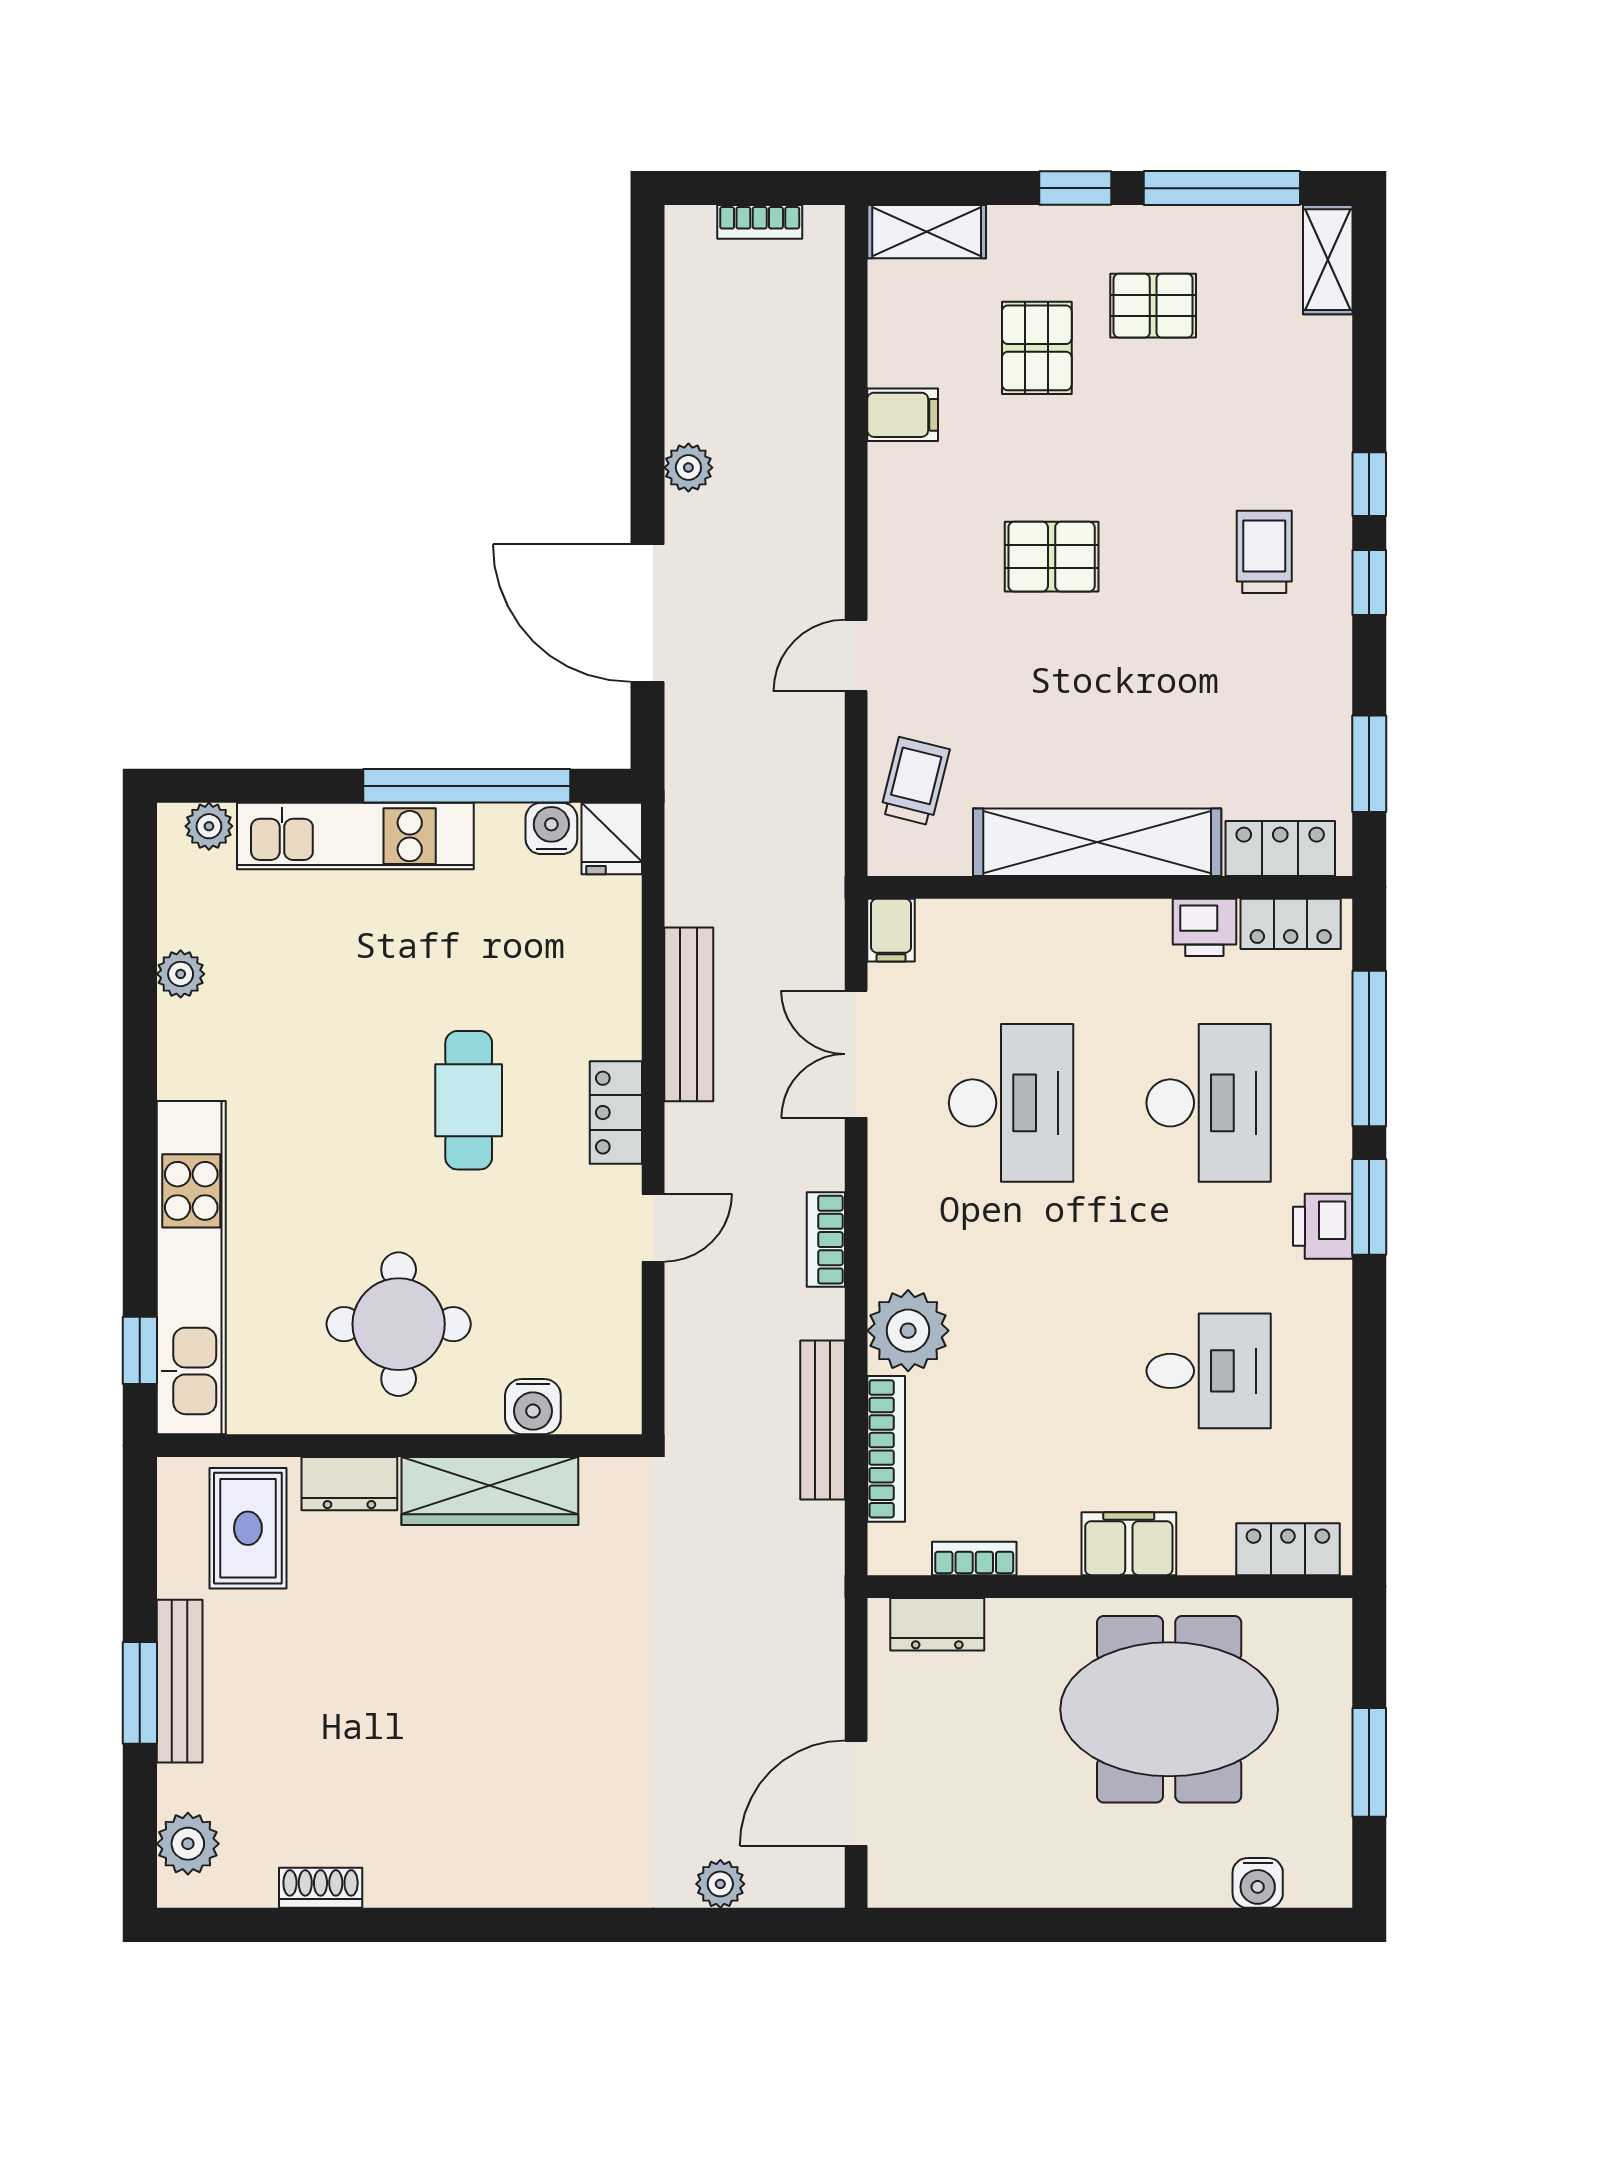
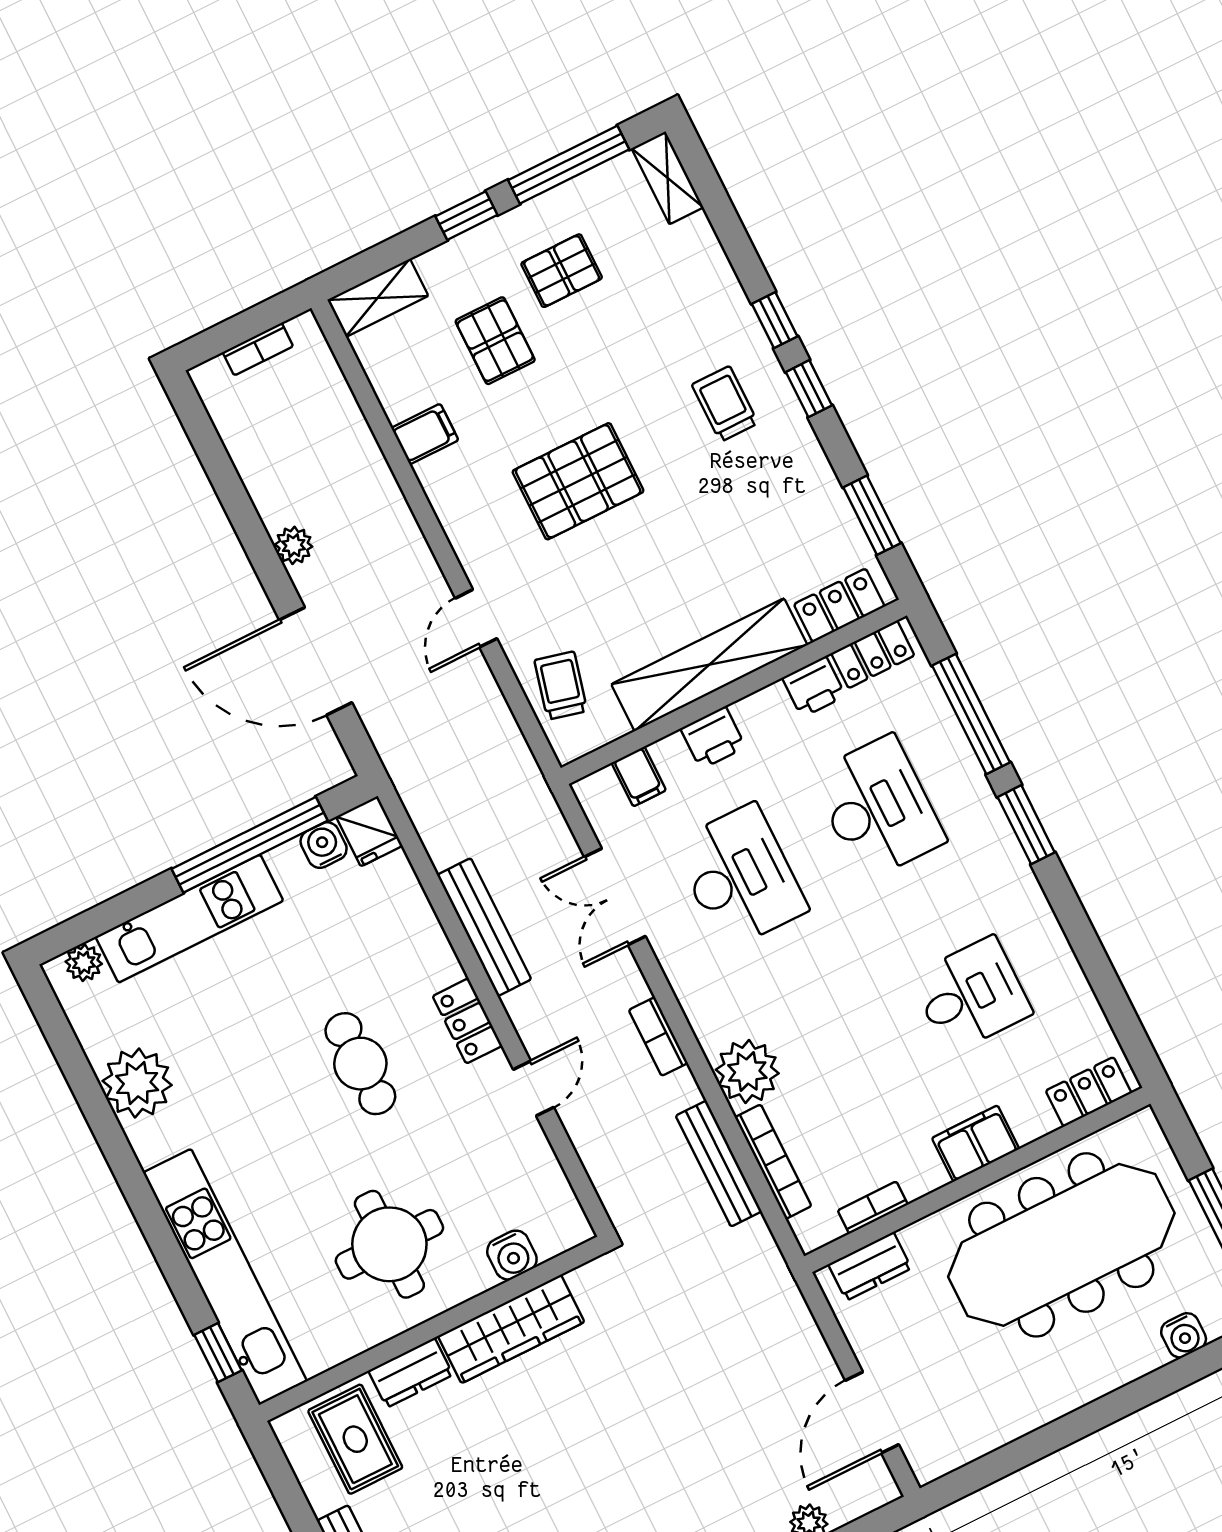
pallet: (1052, 557) -> (578, 481), width x1.50, depth x1.42
filing cabinet: (891, 930) -> (639, 777), moved
plant: (181, 974) -> (137, 1083), width x1.88, depth x1.88
printer: (1323, 1226) -> (713, 738), moved, turned -90
meeting table: (1169, 1709) -> (1061, 1245), width x1.36

